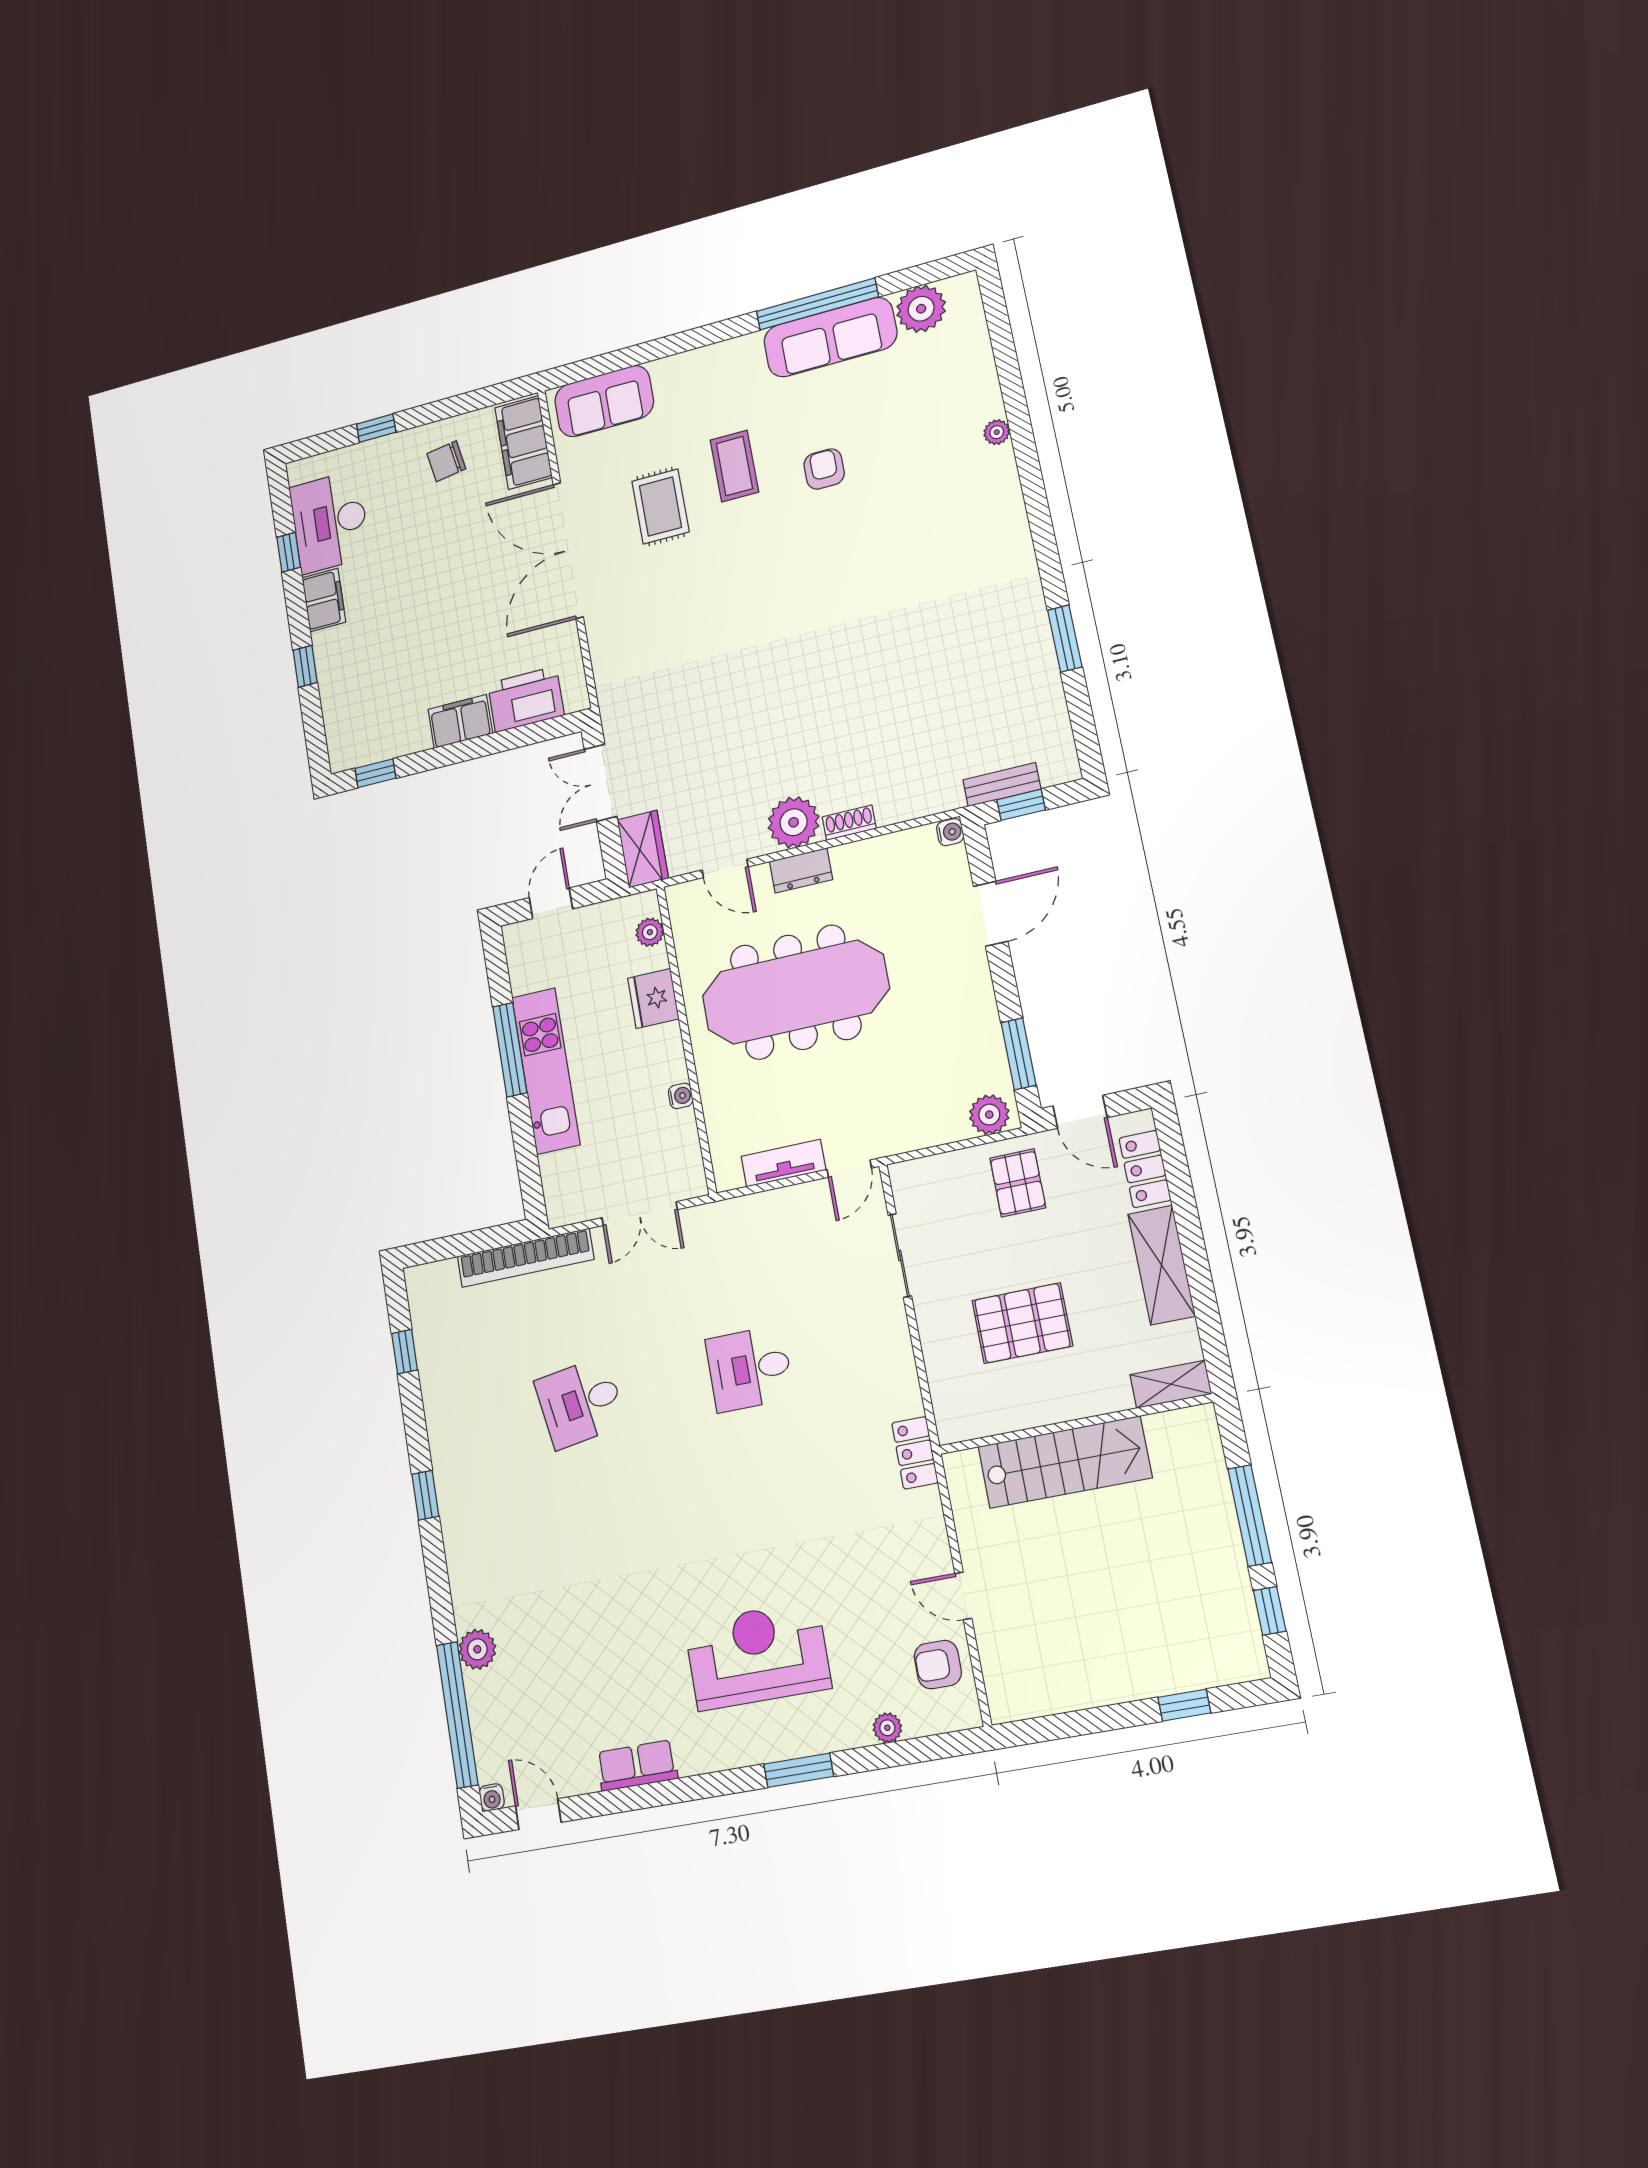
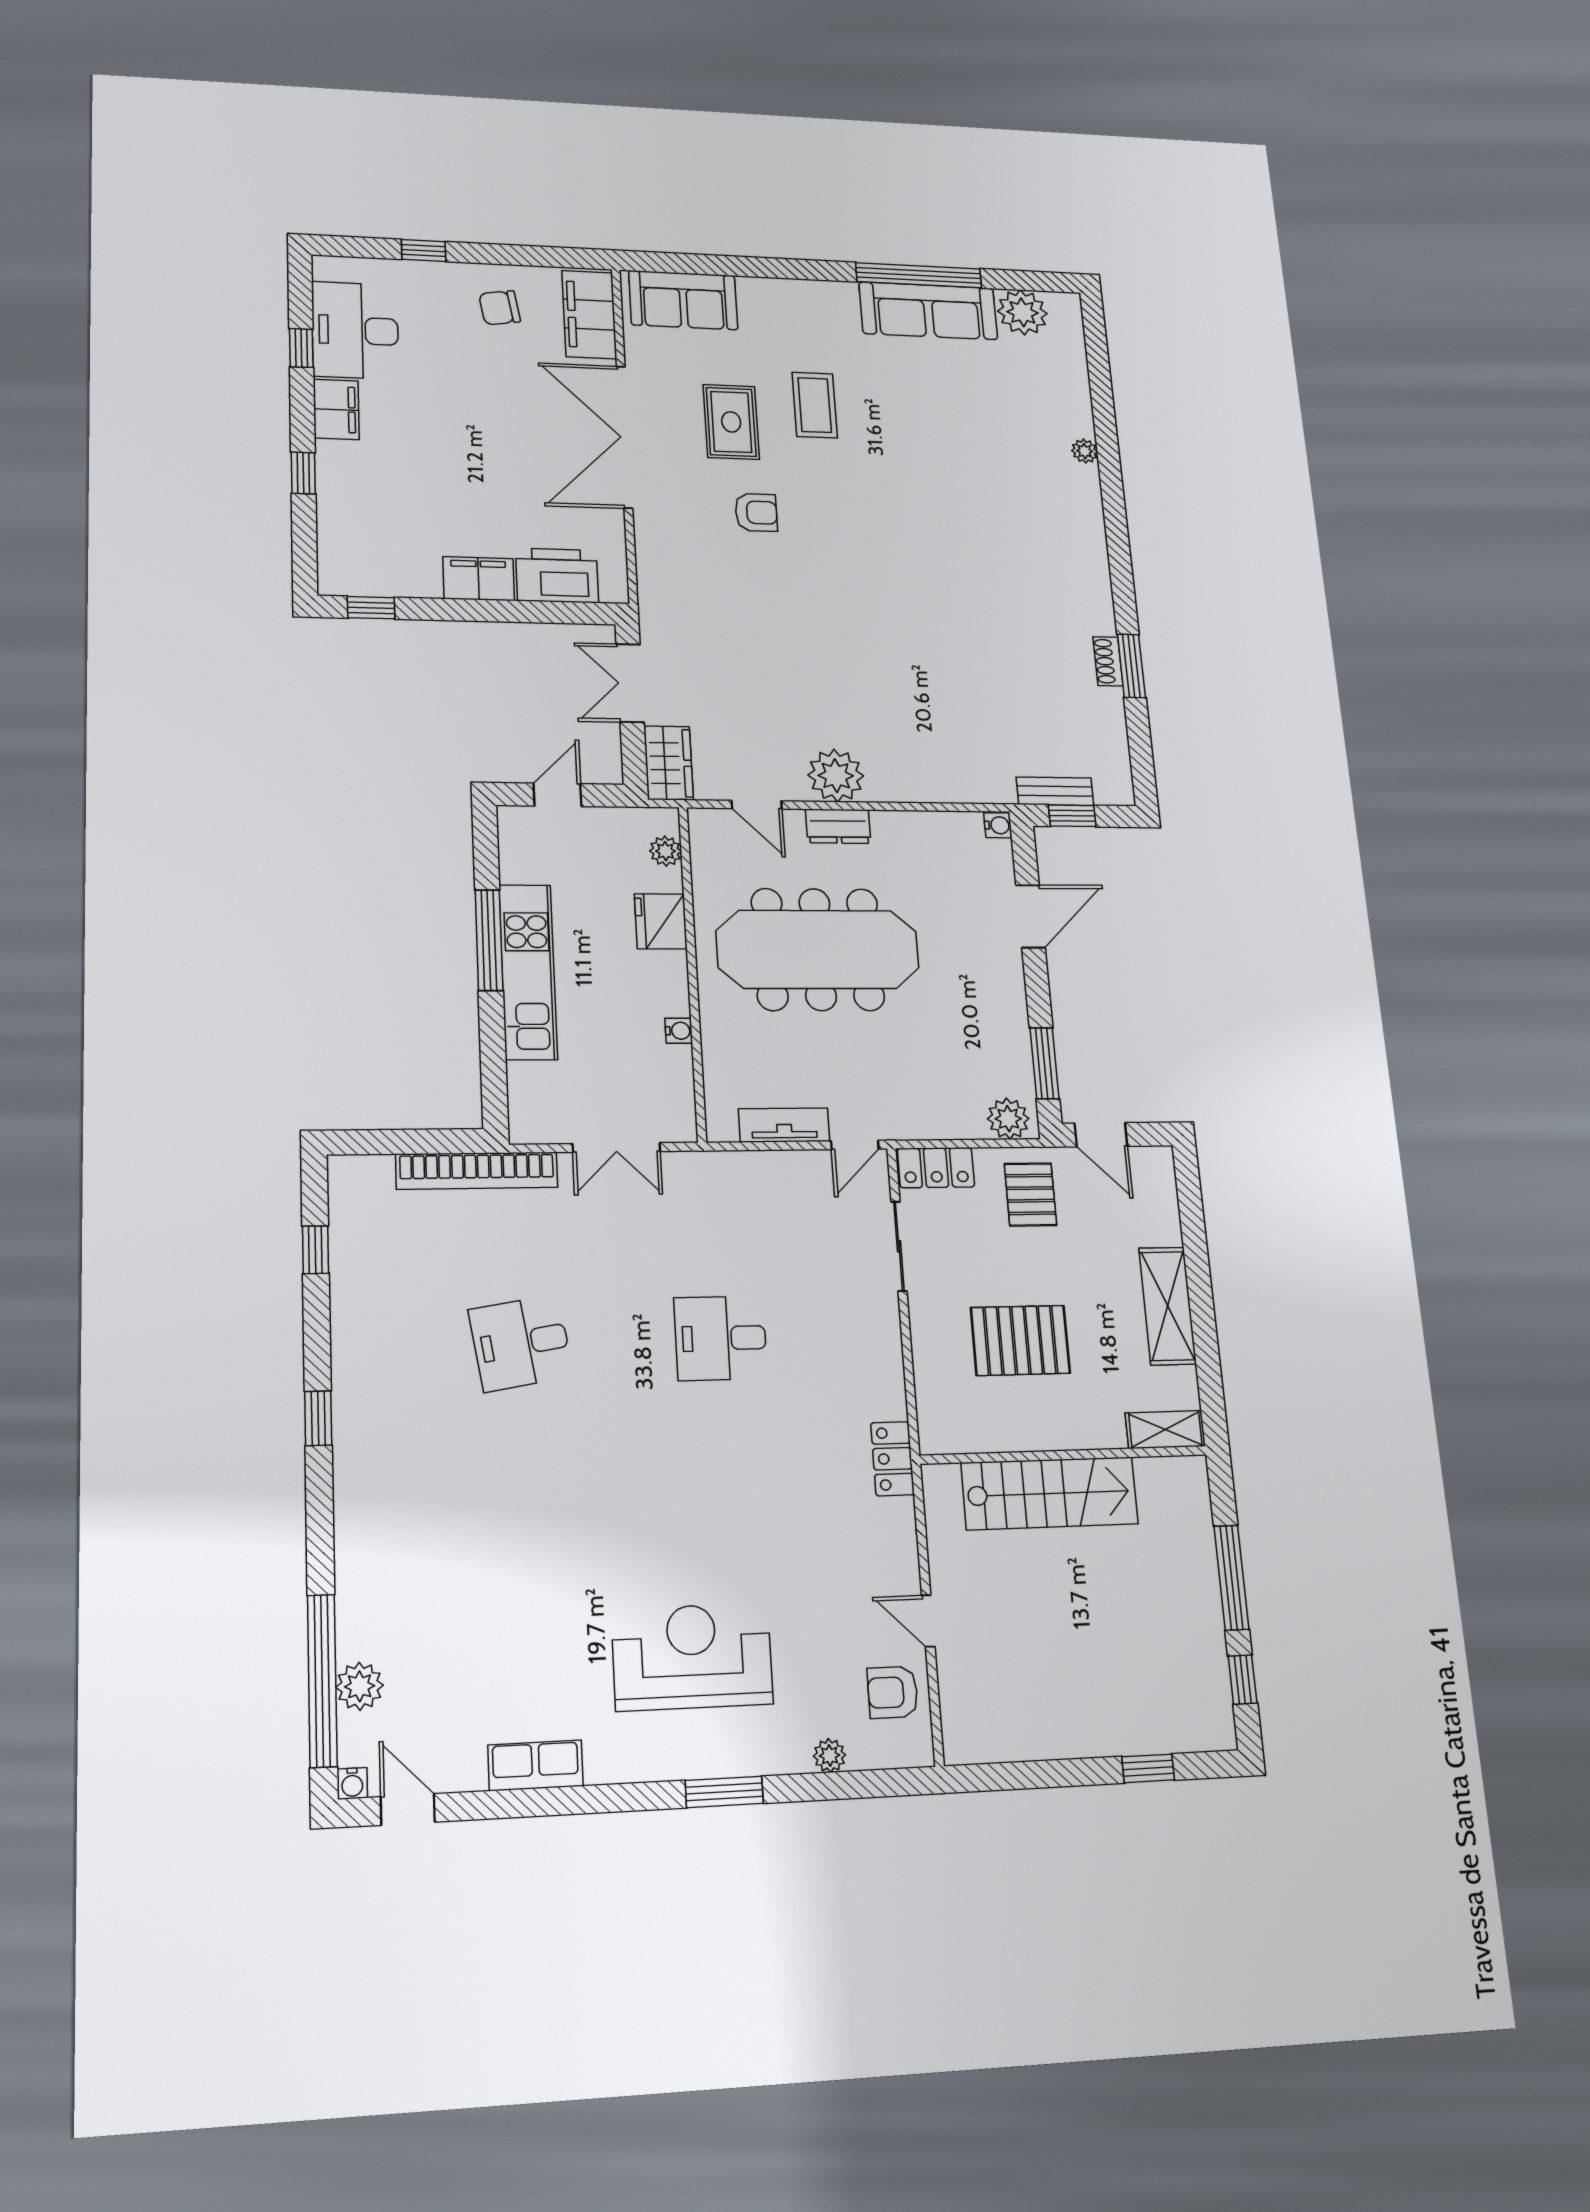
armchair: (824, 469) -> (756, 512), moved, turned 90
shoe rack: (849, 823) -> (1108, 661), moved, turned -90
locker: (1145, 1169) -> (936, 1168), moved, turned -90
plant: (477, 1649) -> (360, 1686), moved

